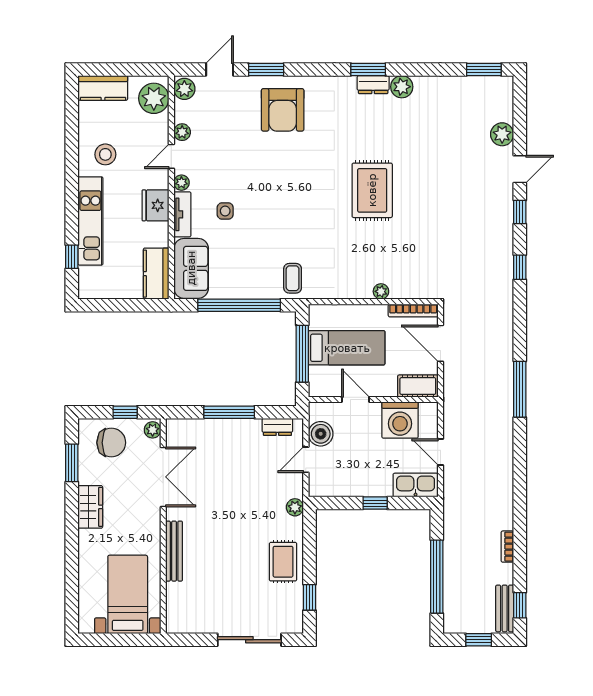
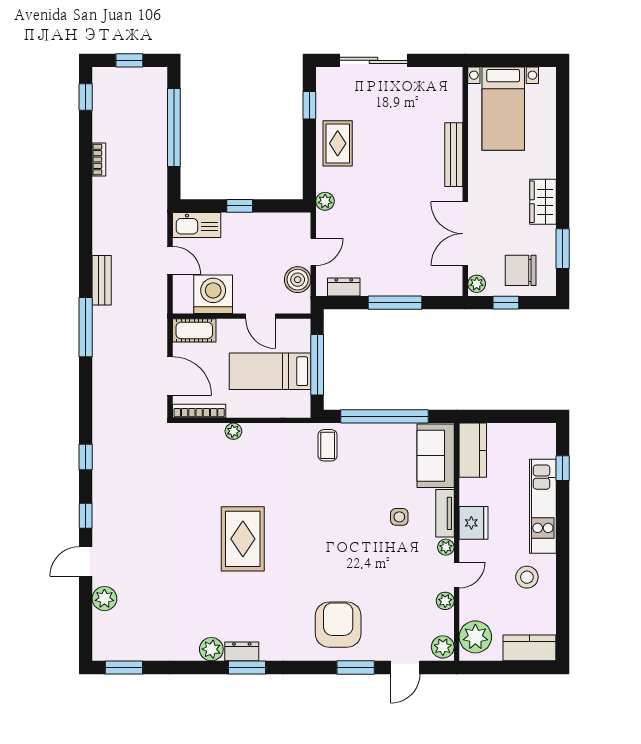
bench: (505, 608) -> (102, 280), moved

